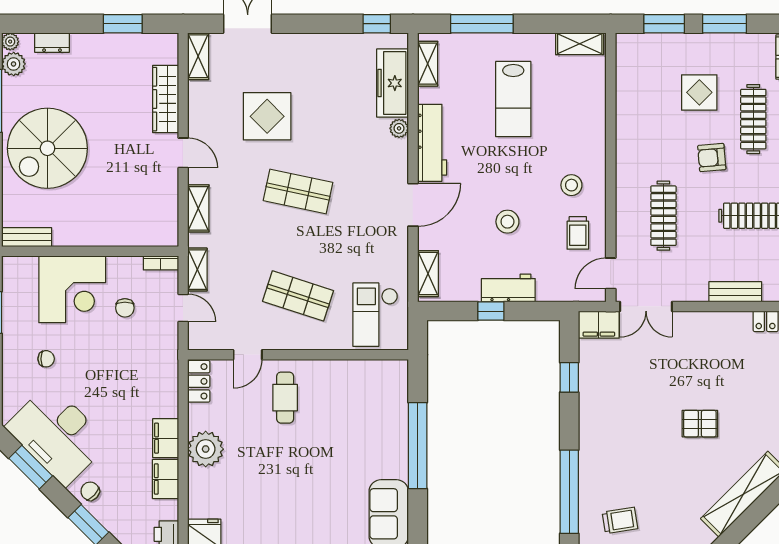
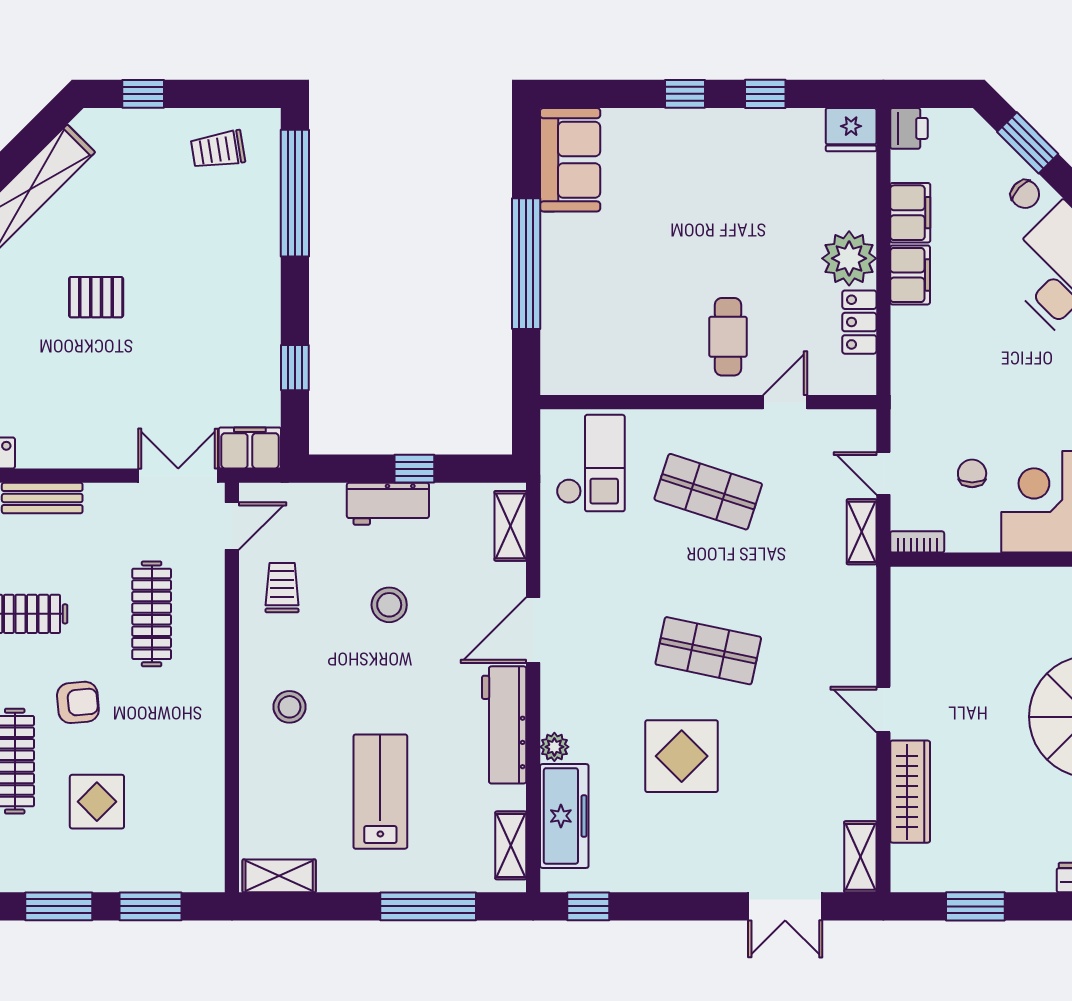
display table: (267, 116) -> (682, 756), moved
stool: (571, 185) -> (289, 707), moved
shelving: (198, 208) -> (860, 625), removed
locker: (199, 381) -> (859, 322), moved

